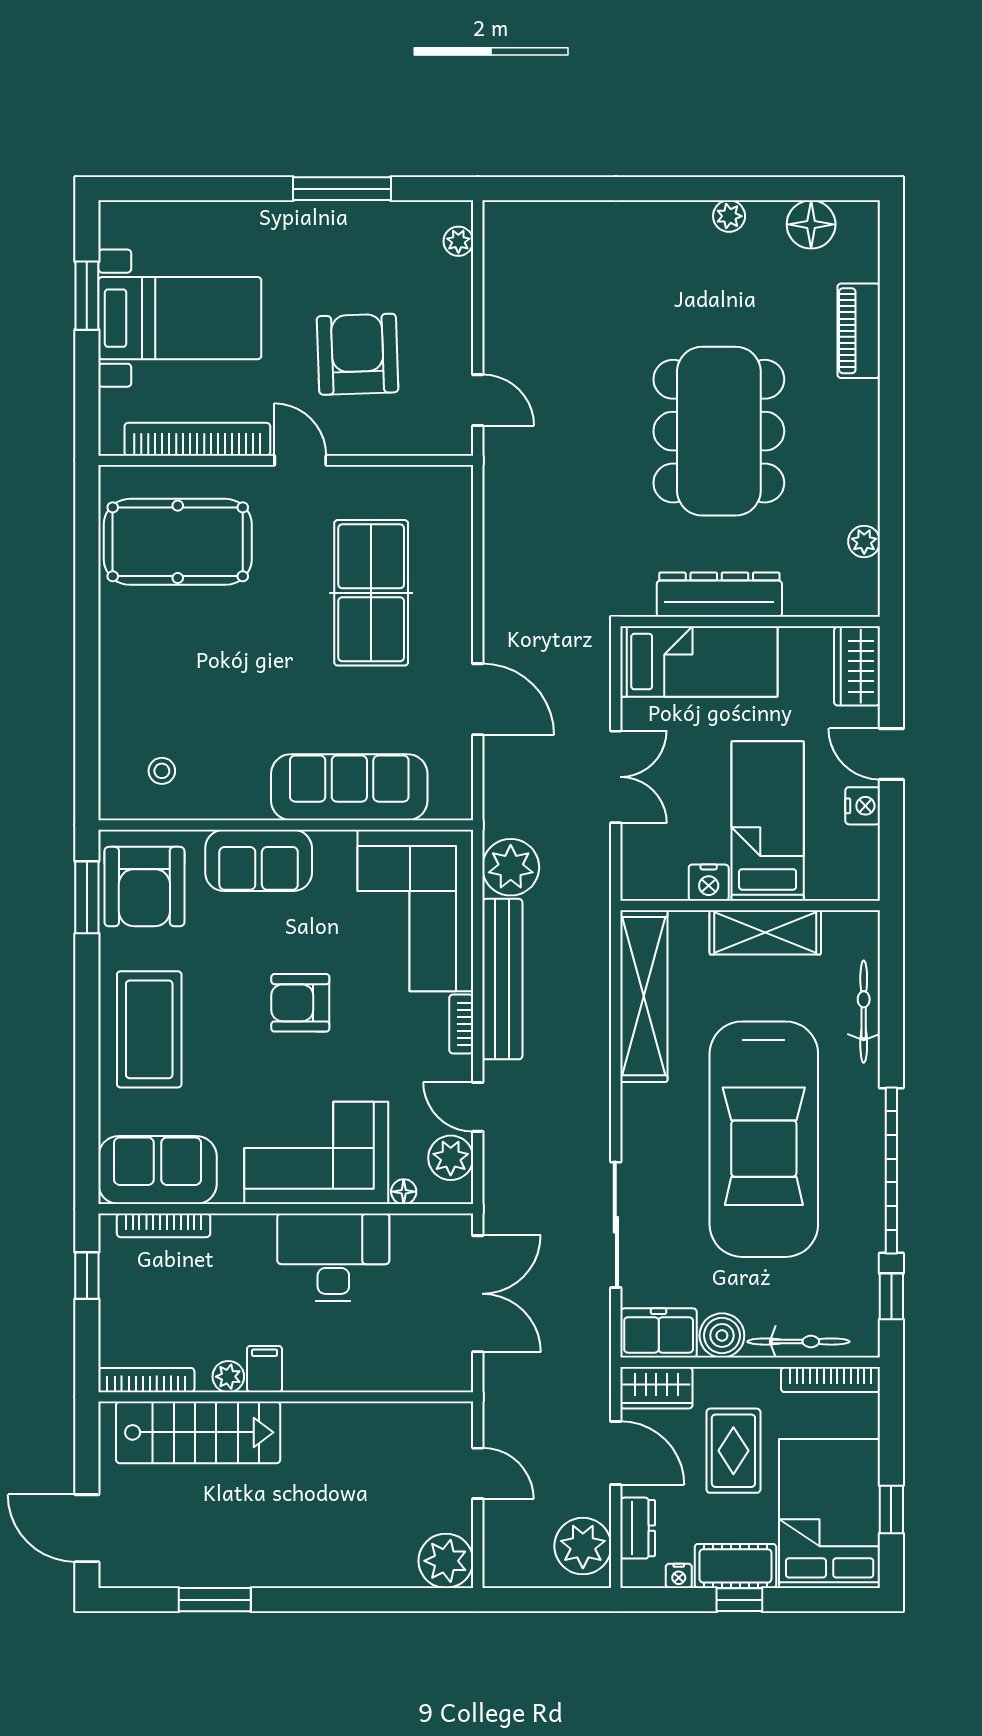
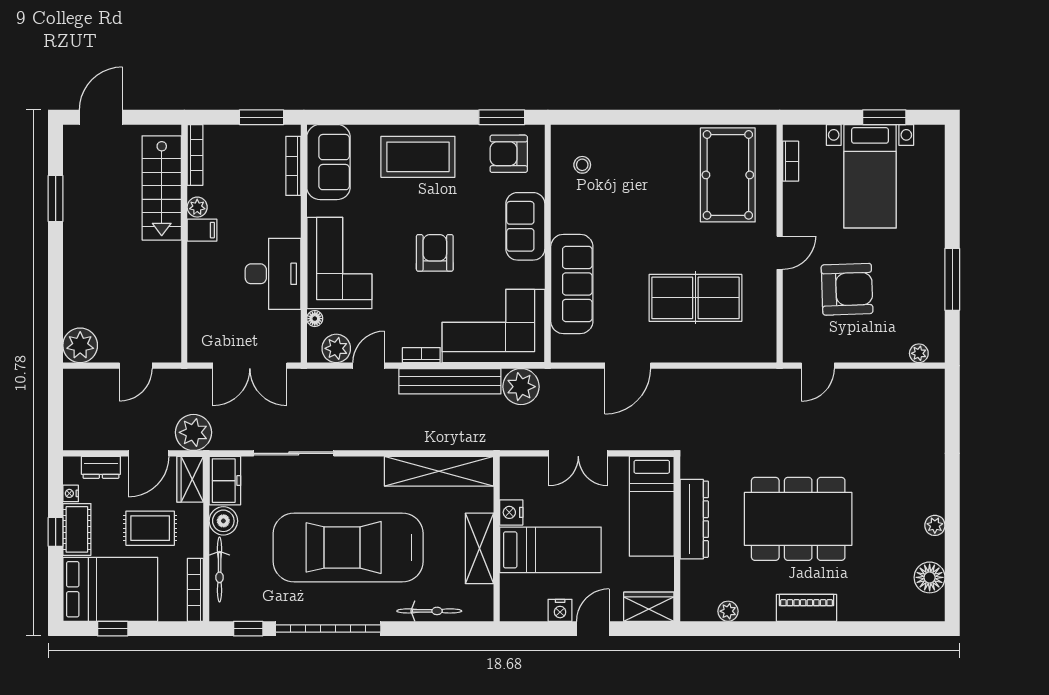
piano: (859, 331) -> (807, 608), moved
bookcase: (197, 439) -> (791, 161), width x0.43, depth x0.76
armchair: (144, 887) -> (509, 154), width x0.73, depth x0.73
window: (87, 1276) -> (261, 117), width x1.50
plant: (583, 1546) -> (193, 432), moved

